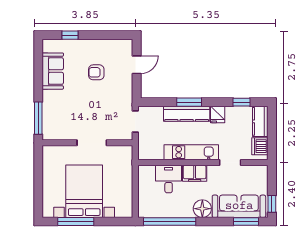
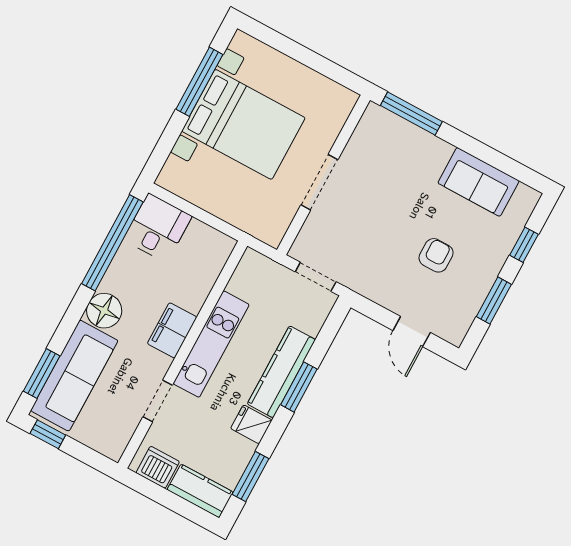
window: (103, 35) -> (494, 301), added
window: (241, 102) -> (250, 477), width x1.50
desk: (169, 179) -> (158, 228), moved, turned -90

